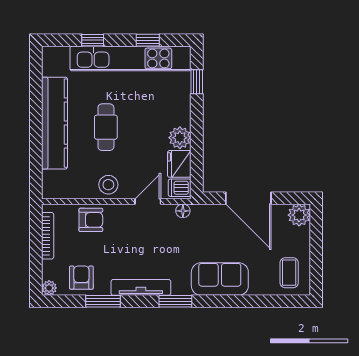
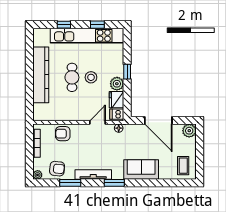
window: (197, 82) -> (127, 72), moved
stool: (108, 185) -> (91, 77), moved
armchair: (91, 220) -> (63, 134), turned 180
armchair: (81, 278) -> (57, 169), turned 96

